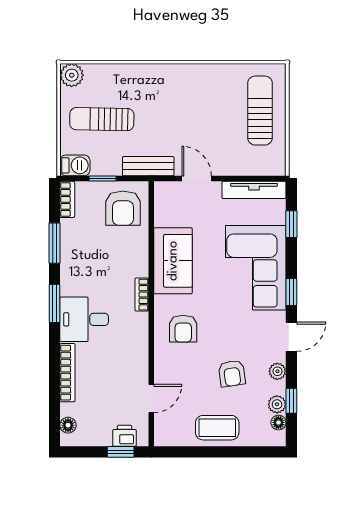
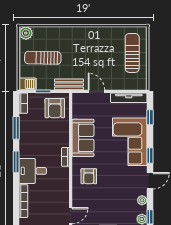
armchair: (232, 373) -> (116, 202), removed

